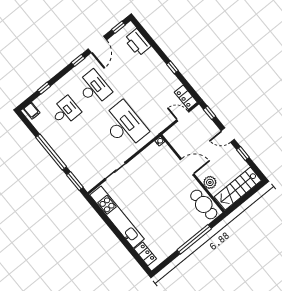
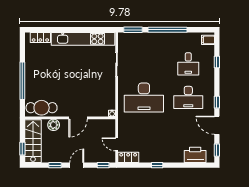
door: (183, 116) -> (117, 144), swing flipped
window: (251, 192) -> (22, 149), added

